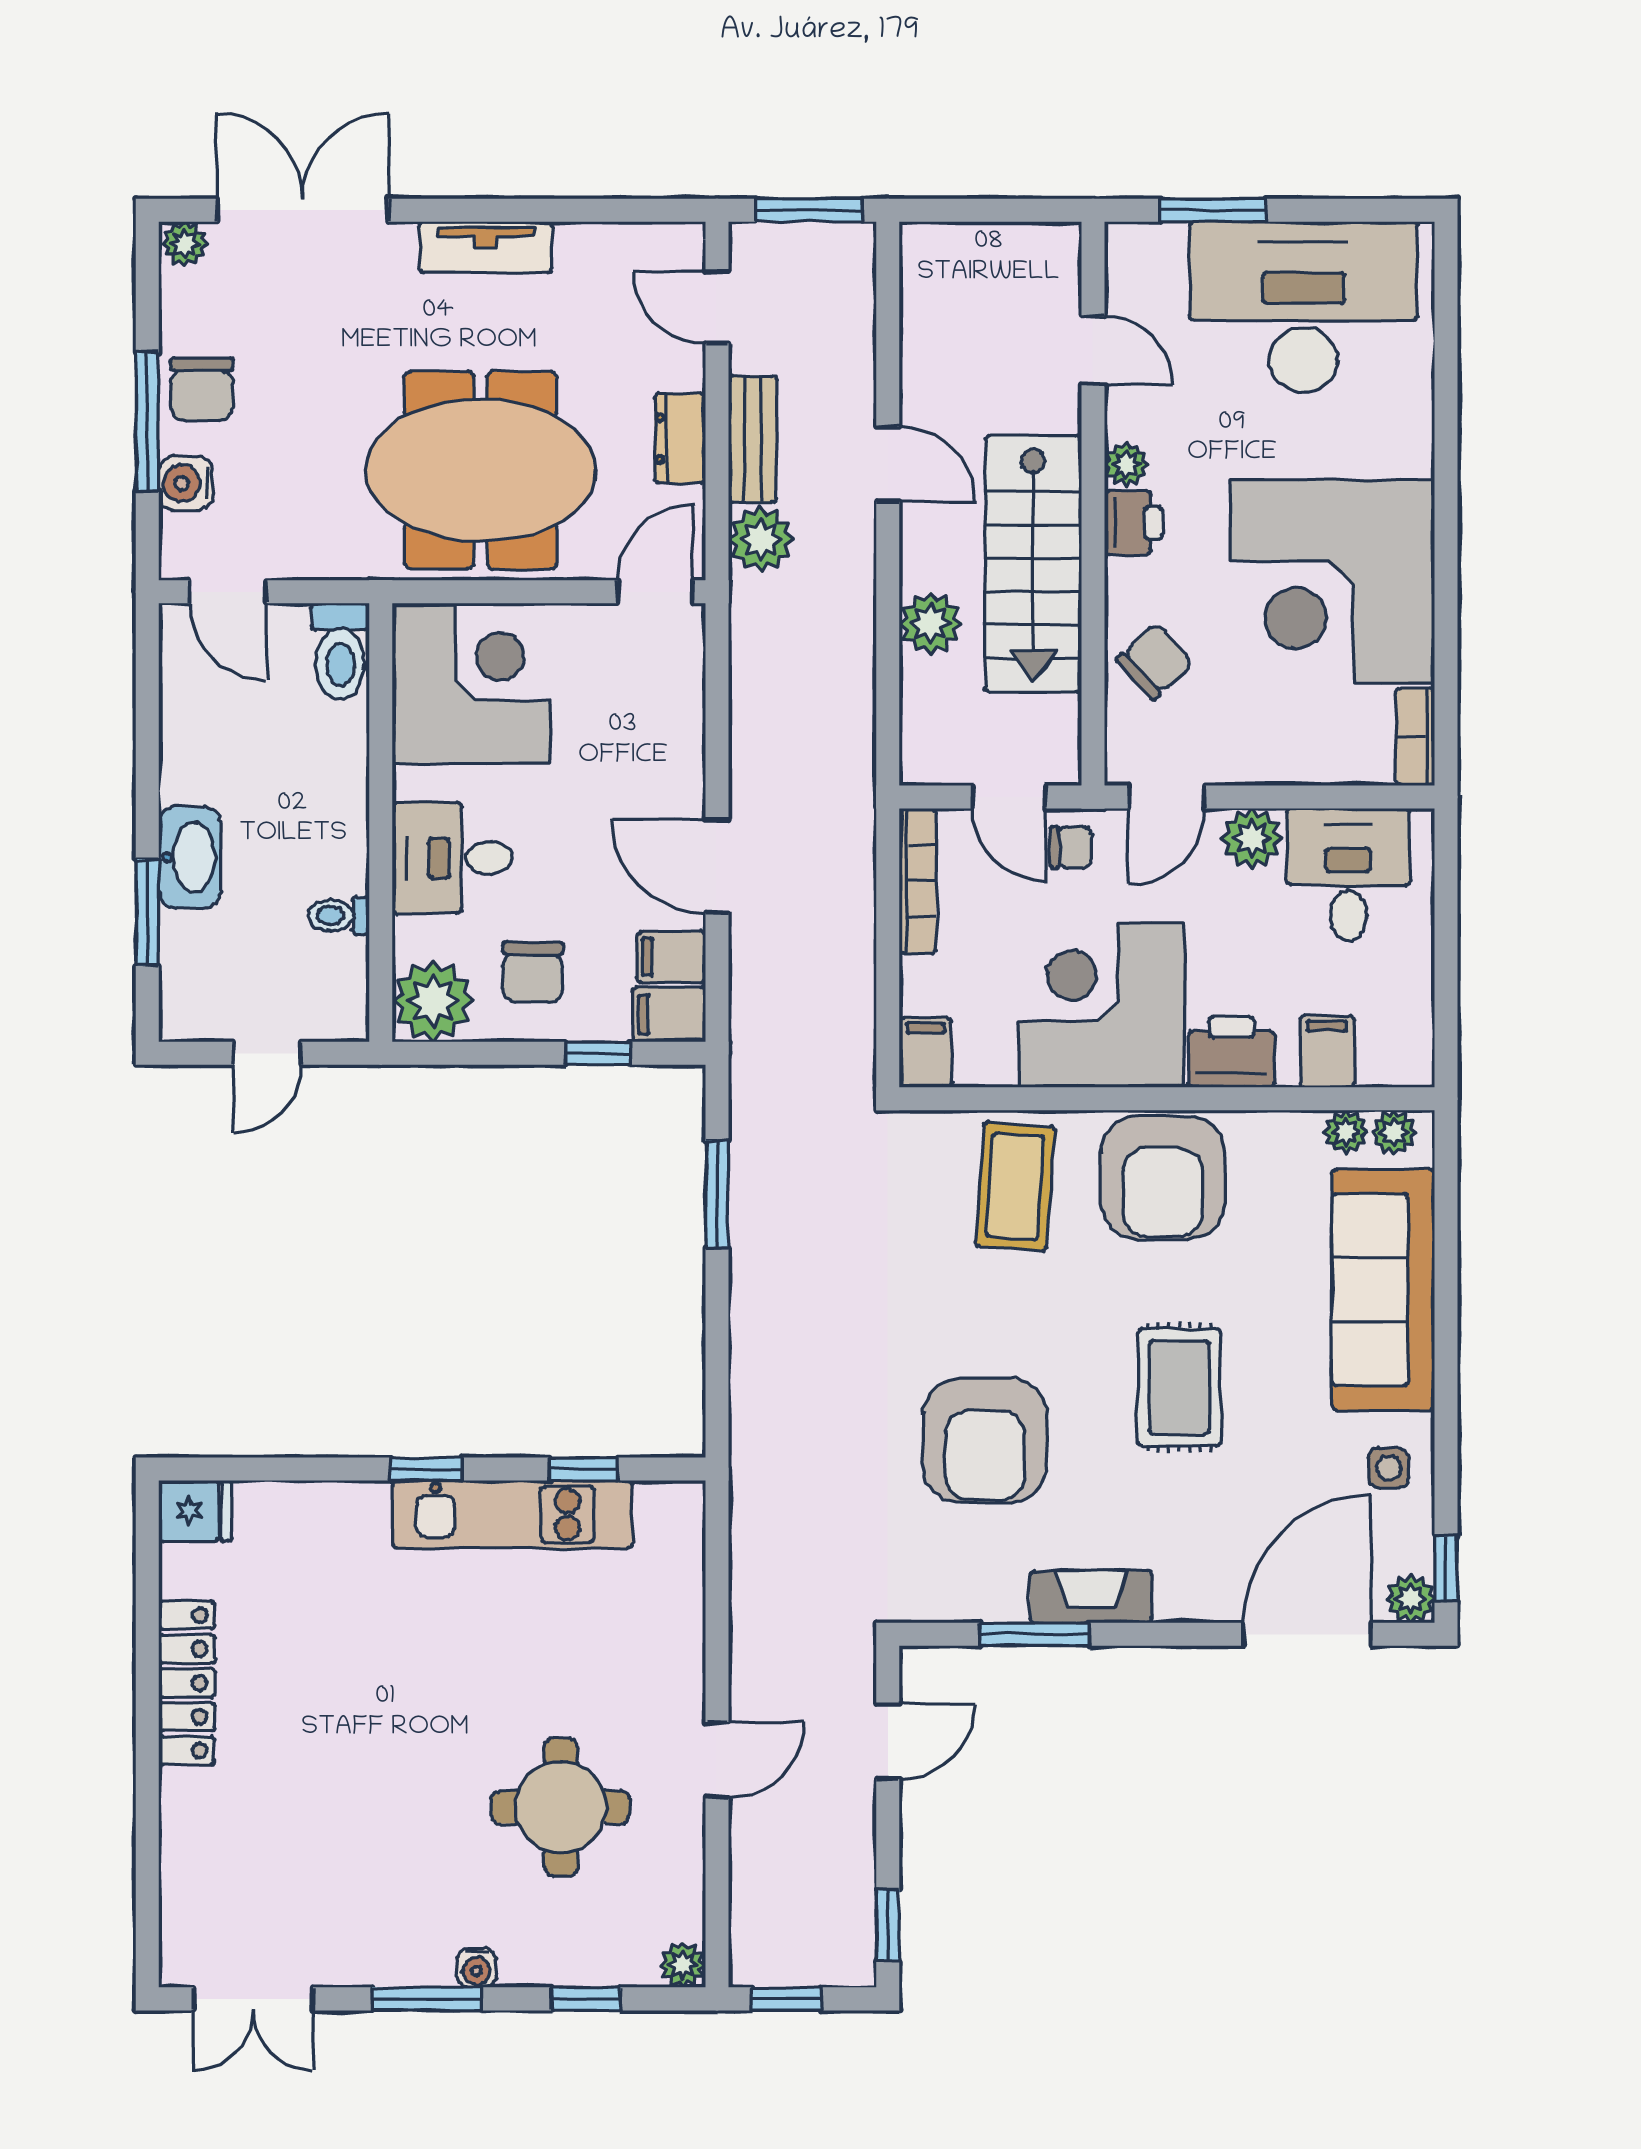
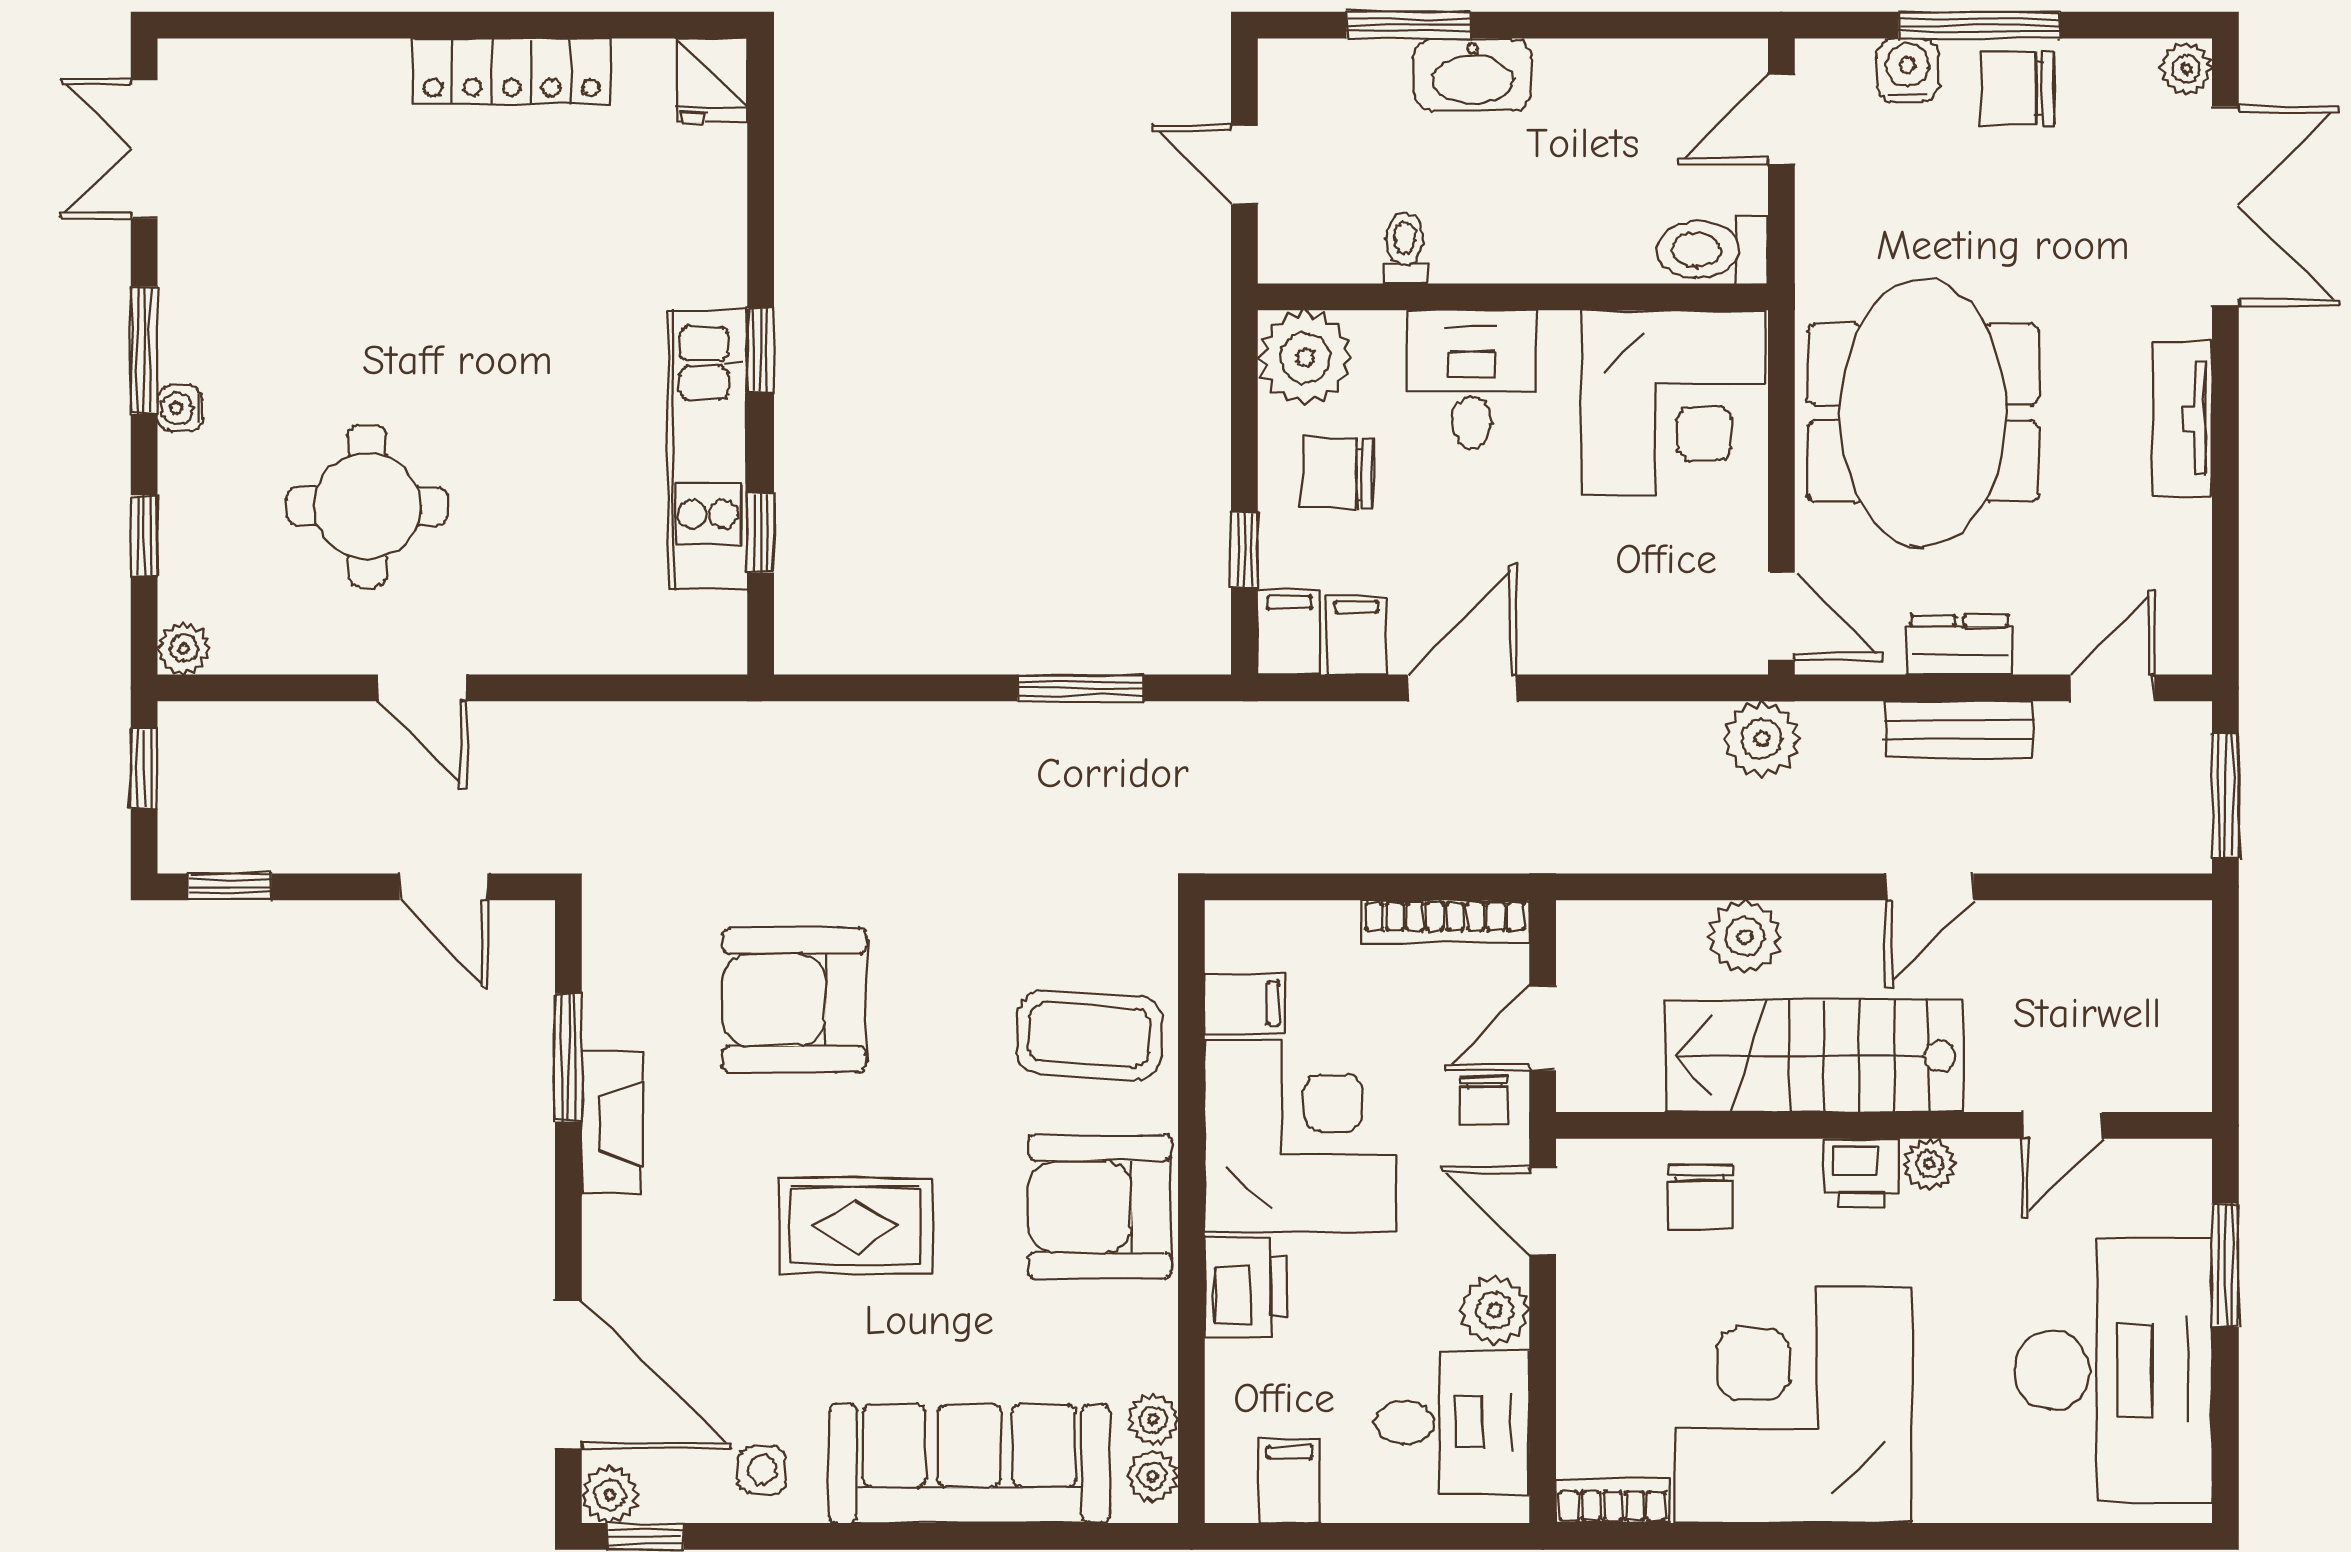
plant: (761, 540) -> (1762, 739), moved
chair: (1155, 661) -> (1700, 1198), turned 43
filing cabinet: (1327, 1051) -> (1290, 1481), moved, turned -90
filing cabinet: (925, 1053) -> (1245, 1004), moved

